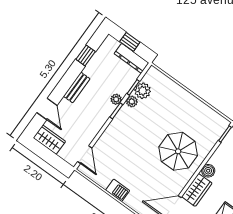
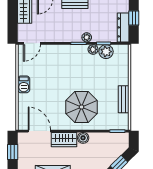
bench: (199, 107) -> (124, 99), added

